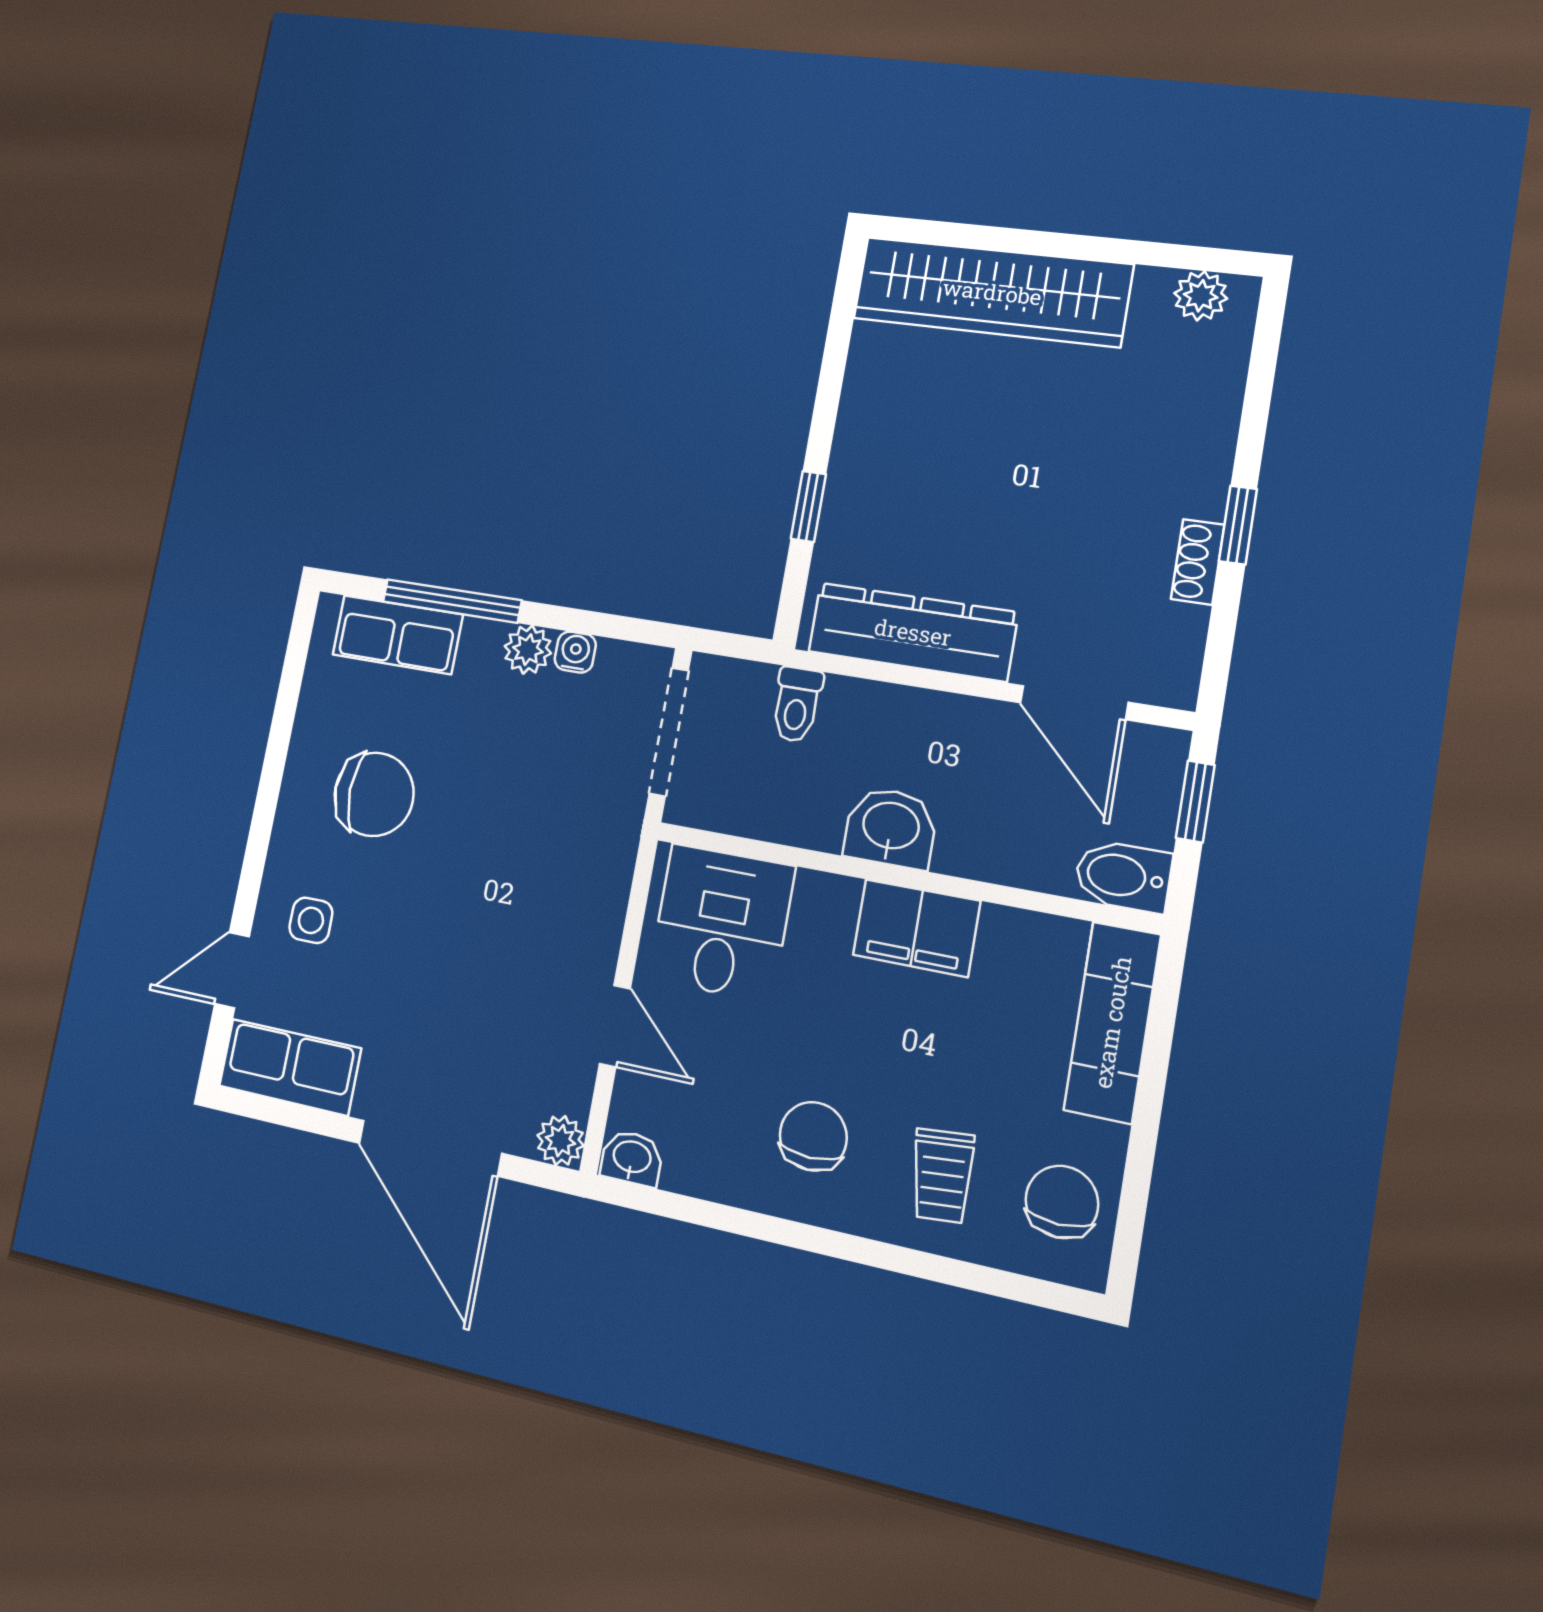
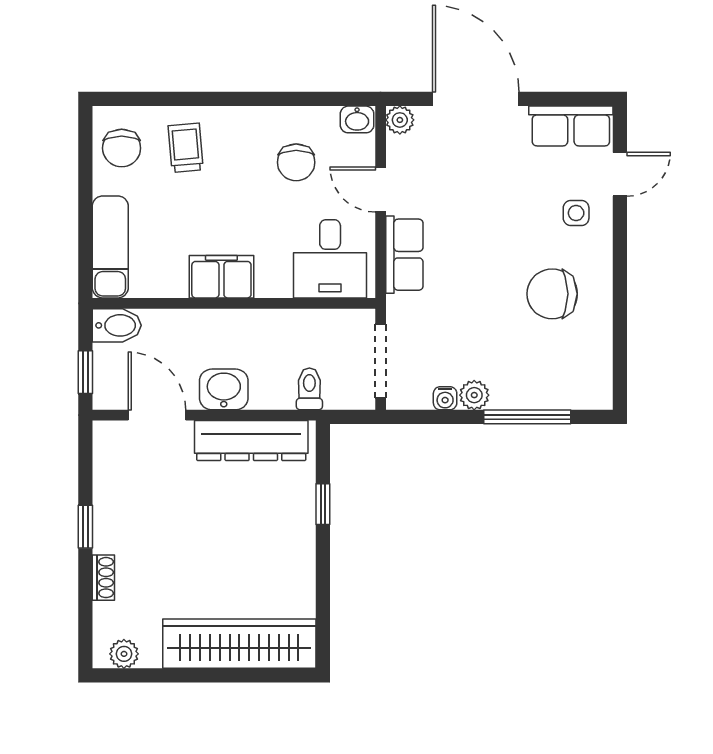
shoe rack: (1198, 562) -> (103, 578), moved
row of seats: (397, 635) -> (404, 255), moved, turned 90
washbasin: (891, 828) -> (224, 389), moved, turned 180
chair: (813, 1136) -> (296, 162), moved

